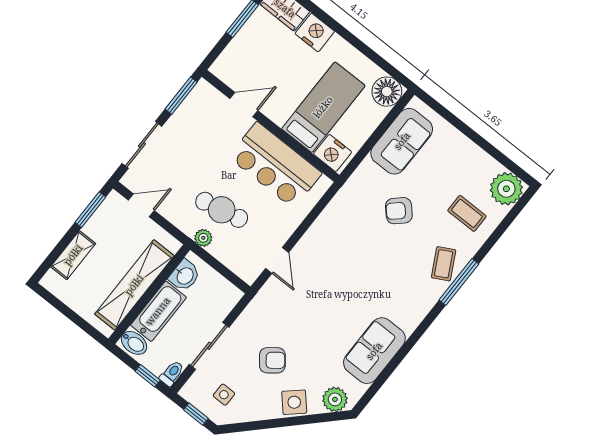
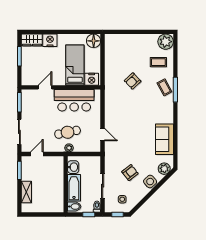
sofa: (402, 141) -> (113, 55), removed
shelving: (134, 285) -> (57, 185), removed

